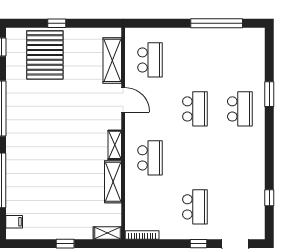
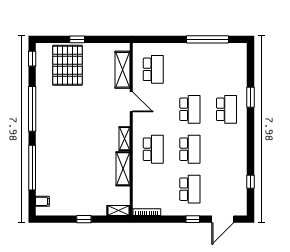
school desk: (195, 158) -> (190, 149), added

